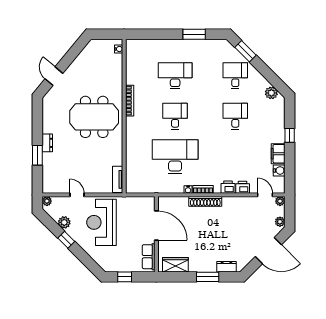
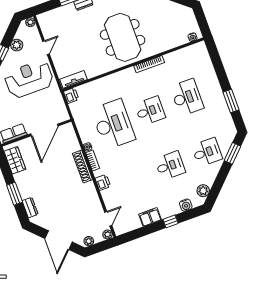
water cooler: (279, 170) -> (186, 205), moved
printer: (243, 187) -> (71, 95), moved

